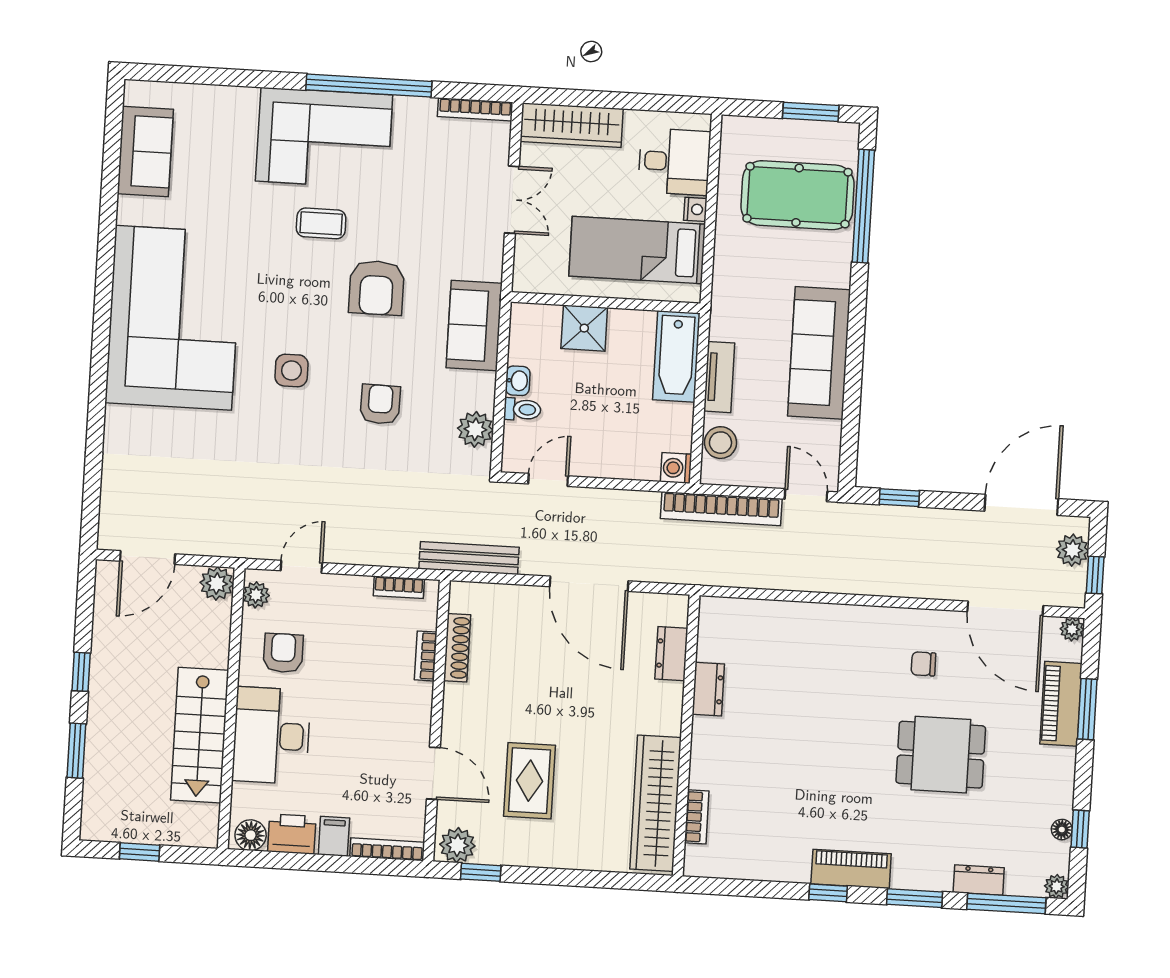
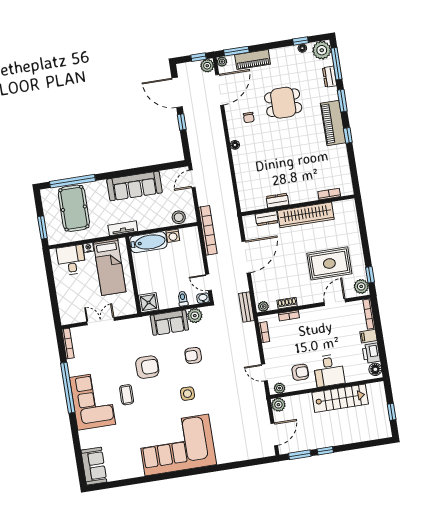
window: (811, 112) -> (42, 227), moved
wardrobe: (572, 125) -> (66, 304), removed
sofa: (145, 152) -> (94, 466), moved, turned 90
sofa: (474, 326) -> (169, 323), moved
shower: (584, 328) -> (149, 303), moved
tv unit: (719, 377) -> (123, 228), moved
washbasin: (518, 381) -> (203, 298), moved
washing machine: (676, 468) -> (173, 236), moved
window: (899, 498) -> (182, 122), moved
bookcase: (721, 509) -> (208, 230), moved
plant: (1072, 550) -> (207, 66), moved
door: (148, 558) -> (274, 434), hinge flipped
bench: (469, 558) -> (246, 307), width x0.73
plant: (461, 599) -> (263, 306), added
floor lamp: (865, 616) -> (235, 145), added
shoe rack: (457, 648) -> (287, 303), width x0.70
armchair: (283, 653) -> (300, 372), turned 180
window: (1087, 709) -> (236, 51), moved
desk: (271, 736) -> (329, 371), width x0.73
window: (76, 751) -> (300, 455), moved
dining table: (941, 755) -> (283, 103), turned 90
rug: (530, 781) -> (329, 263), width x1.36, depth x1.43
wardrobe: (655, 803) -> (306, 215), moved
piano: (851, 869) -> (333, 123), width x1.37, depth x1.33
plant: (1057, 886) -> (322, 50), width x1.88, depth x1.88

